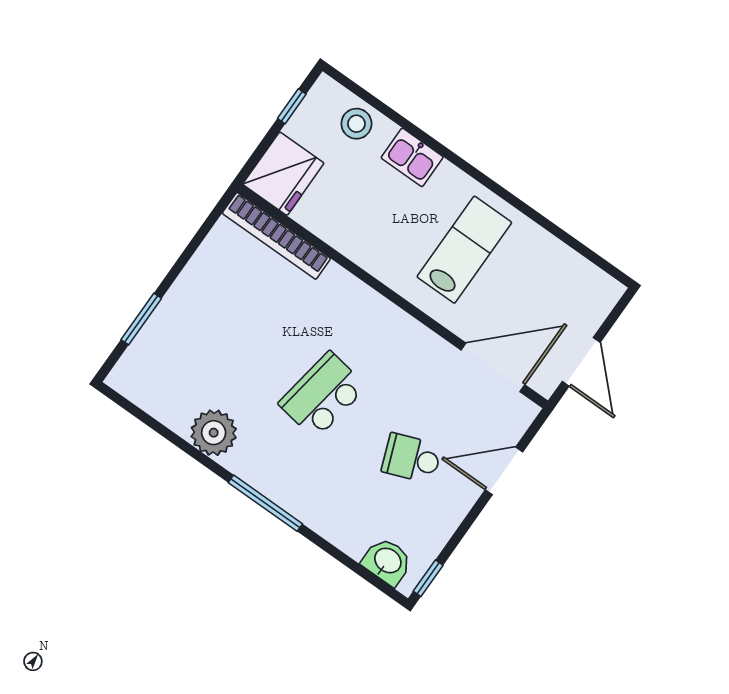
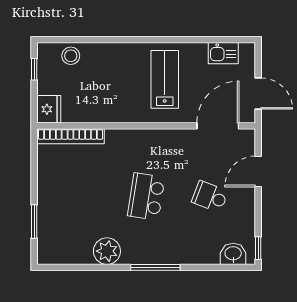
kitchen sink: (412, 157) -> (223, 53), moved
fridge: (283, 174) -> (49, 109), width x0.73, depth x0.75
school desk: (412, 458) -> (210, 197), turned 42

